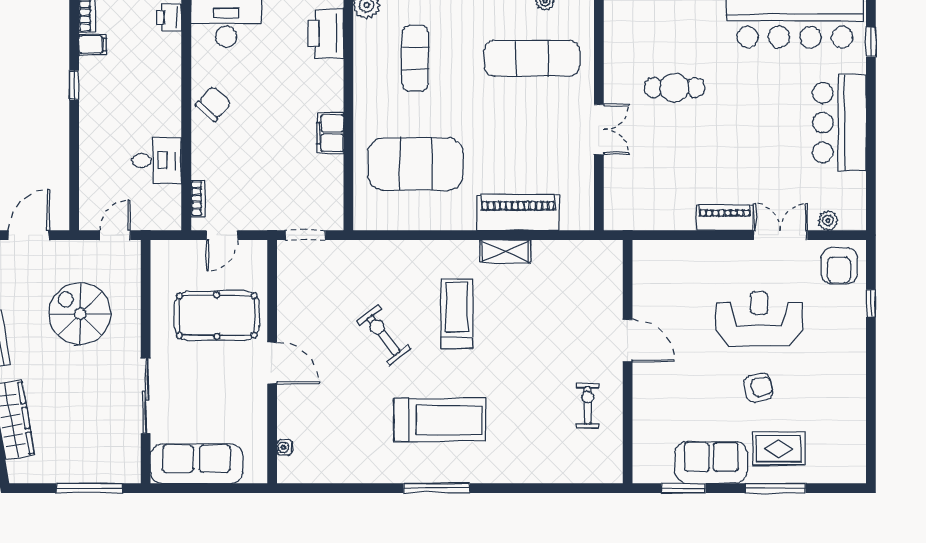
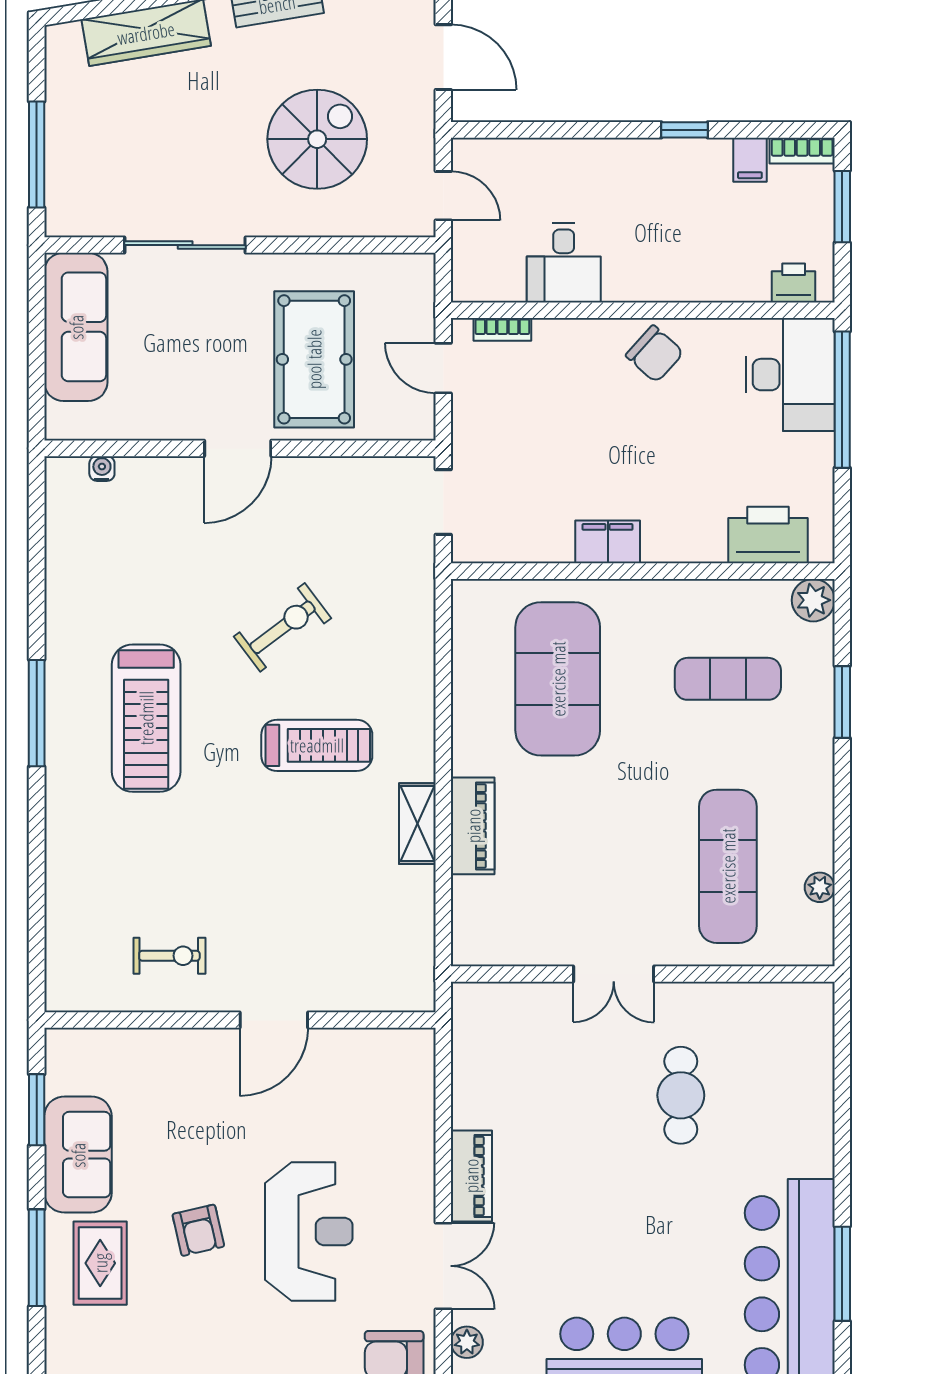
piano: (518, 213) -> (473, 826), width x0.73, depth x0.75

